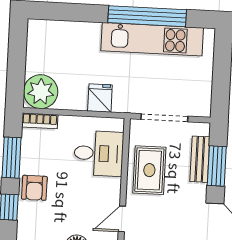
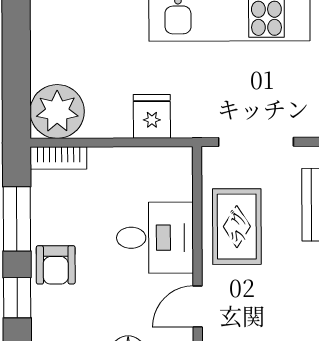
desk: (99, 153) -> (155, 238), moved

